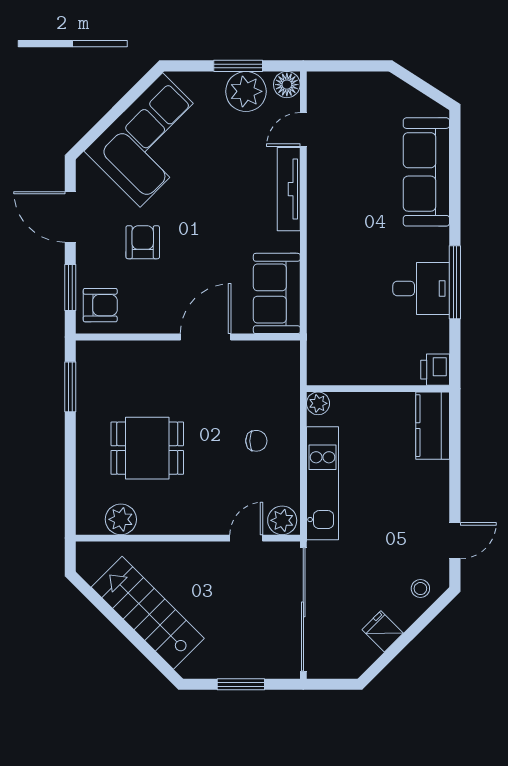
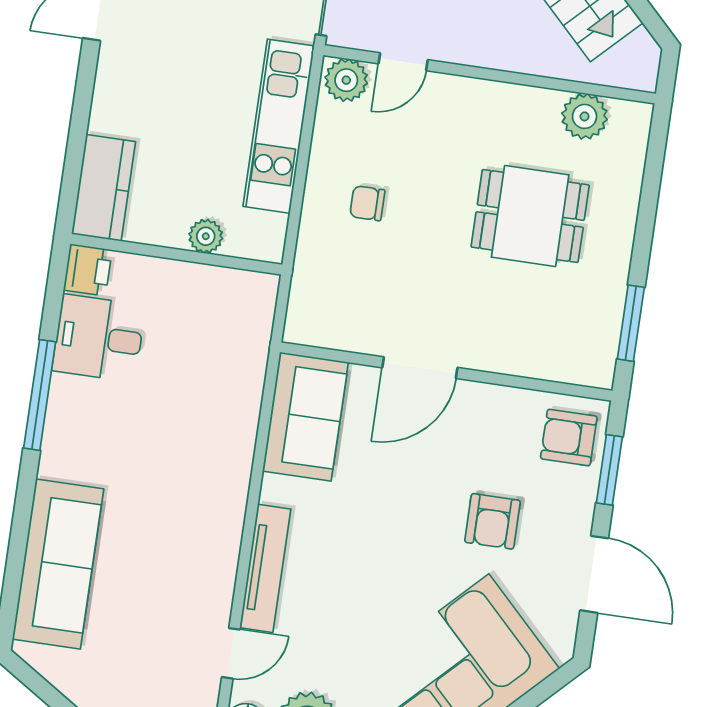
desk: (421, 288) -> (99, 338), moved
plant: (318, 403) -> (206, 236), moved

